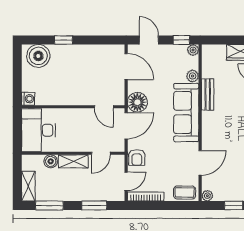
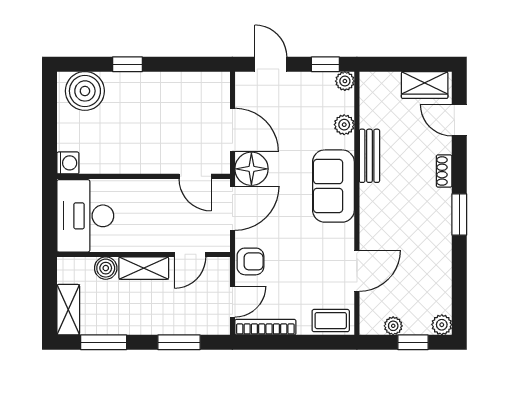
door: (126, 67) -> (232, 130), moved
sofa: (186, 112) -> (333, 186), width x0.73
armchair: (137, 157) -> (250, 261), turned -90
plant: (207, 196) -> (393, 326), moved

